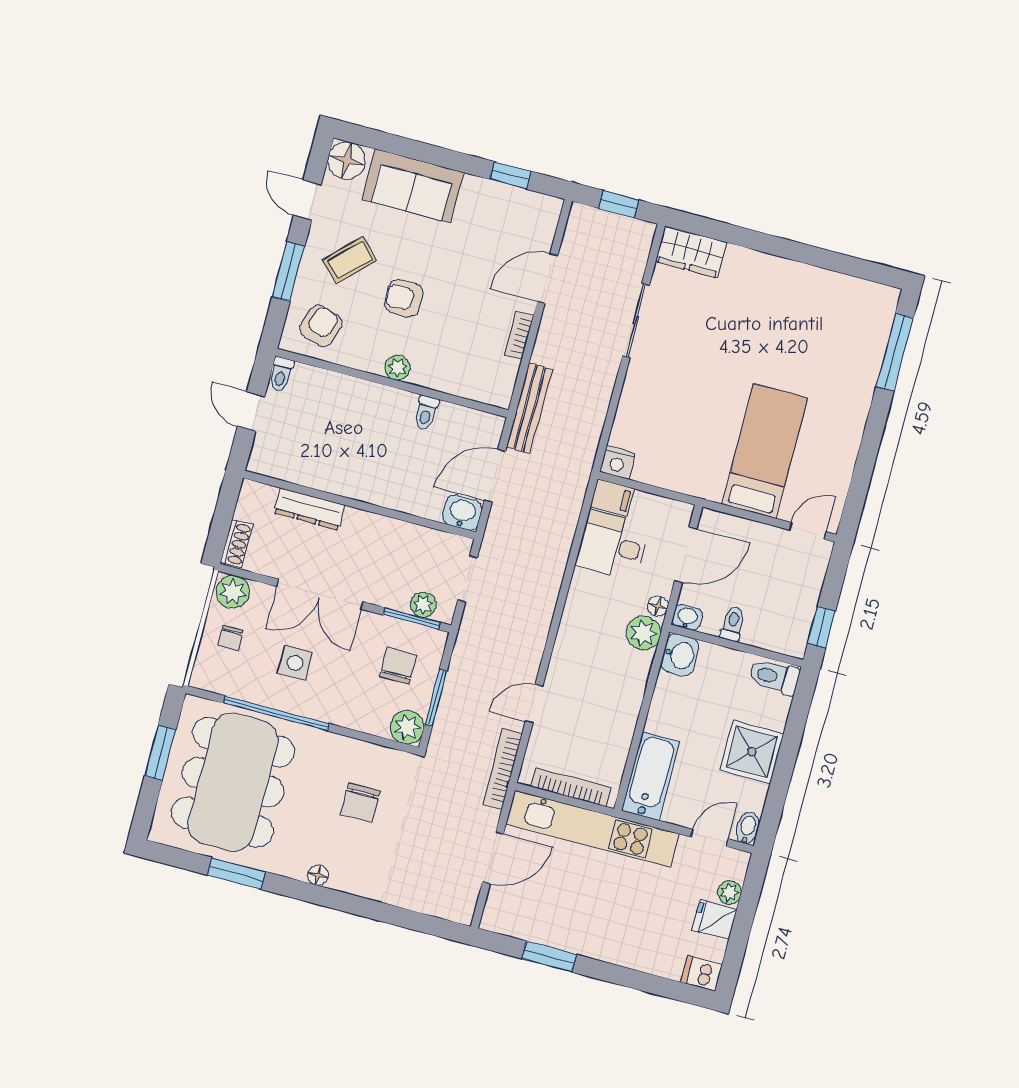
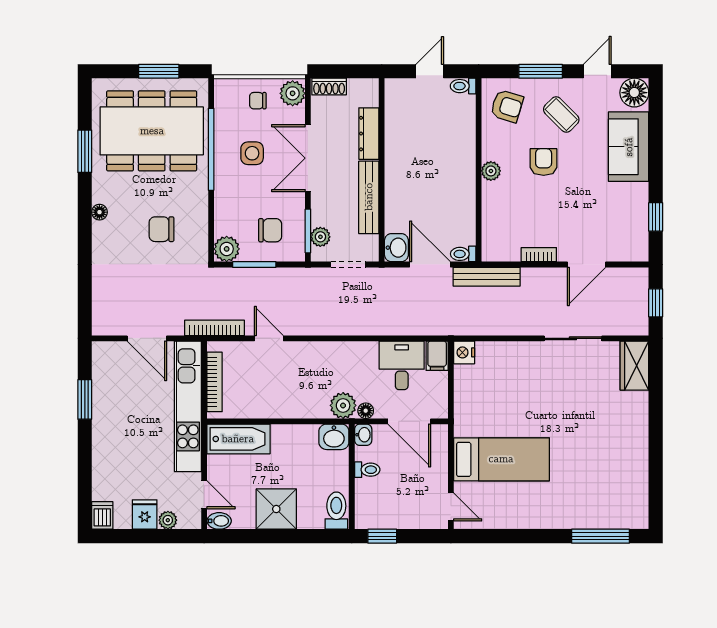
door: (547, 279) -> (586, 264), swing flipped
toilet: (426, 413) -> (463, 254), moved
bench: (390, 531) -> (369, 197), added

